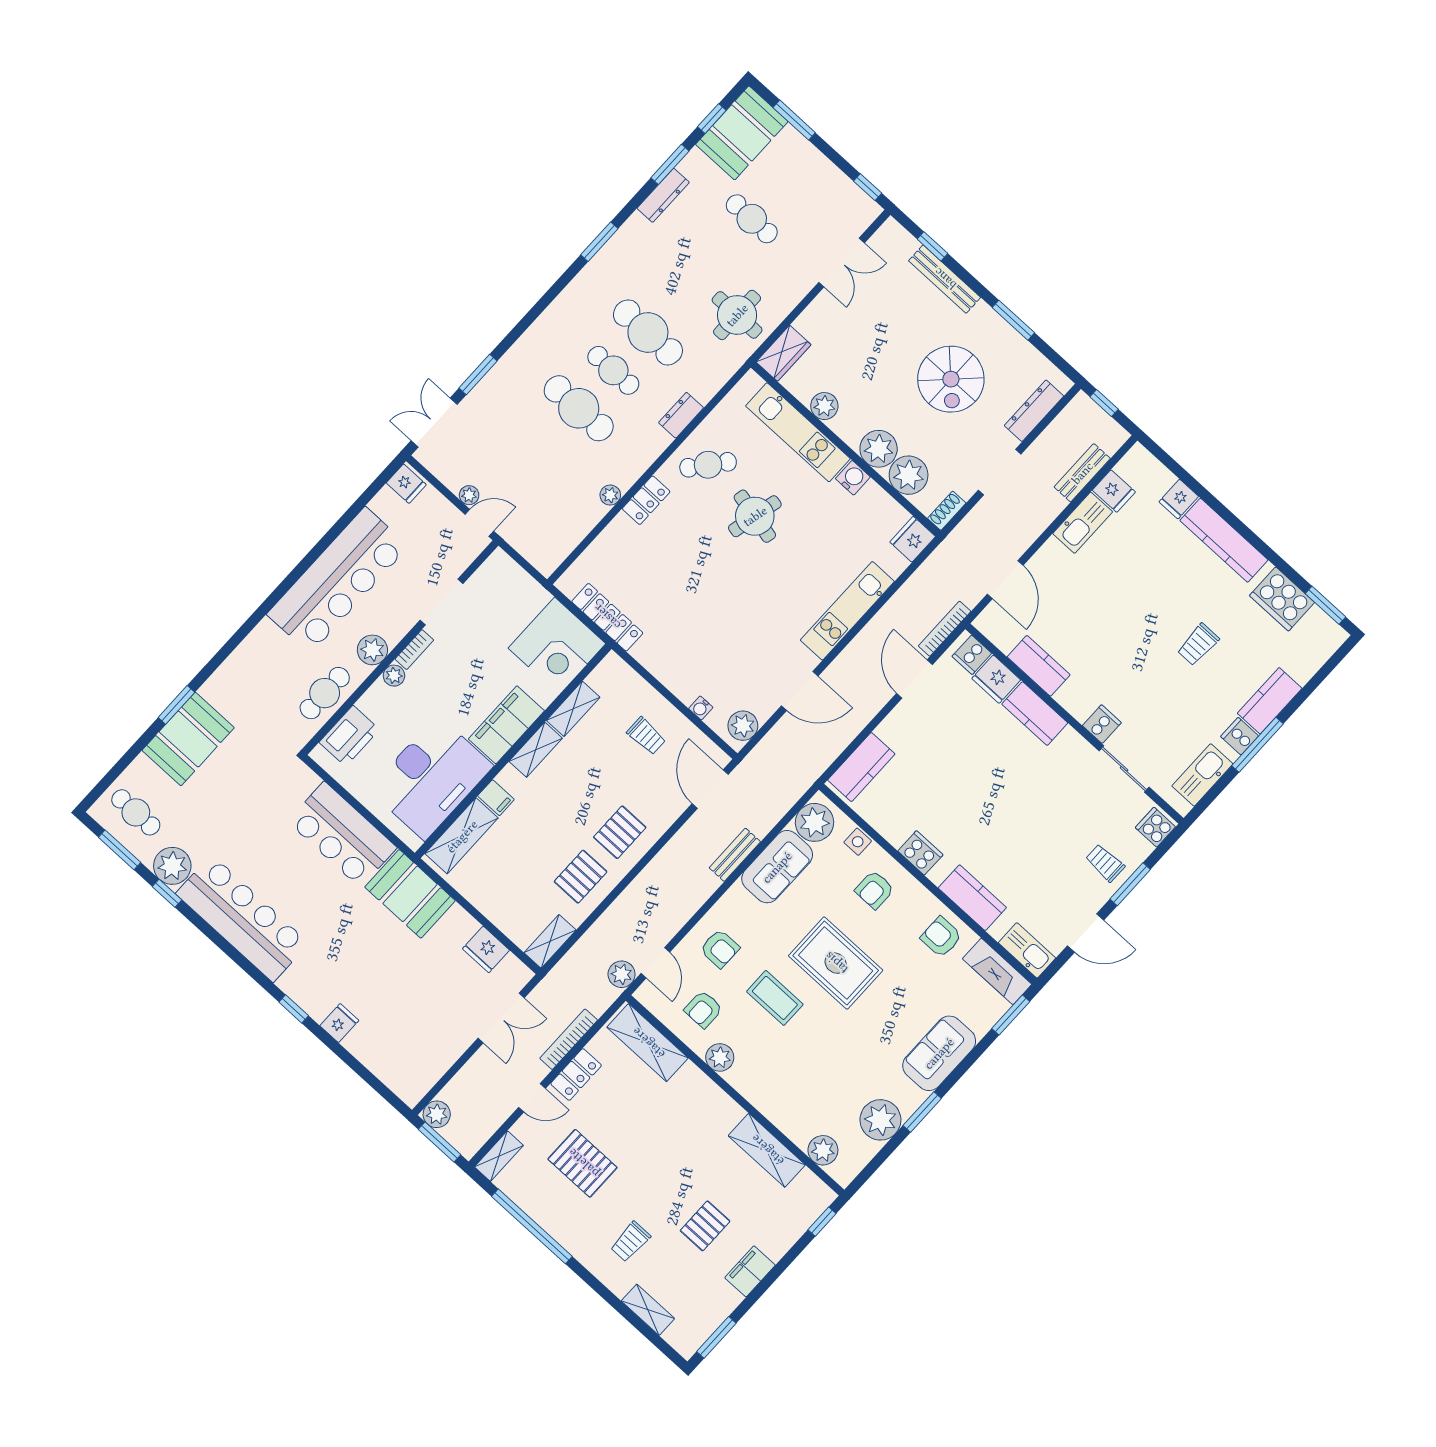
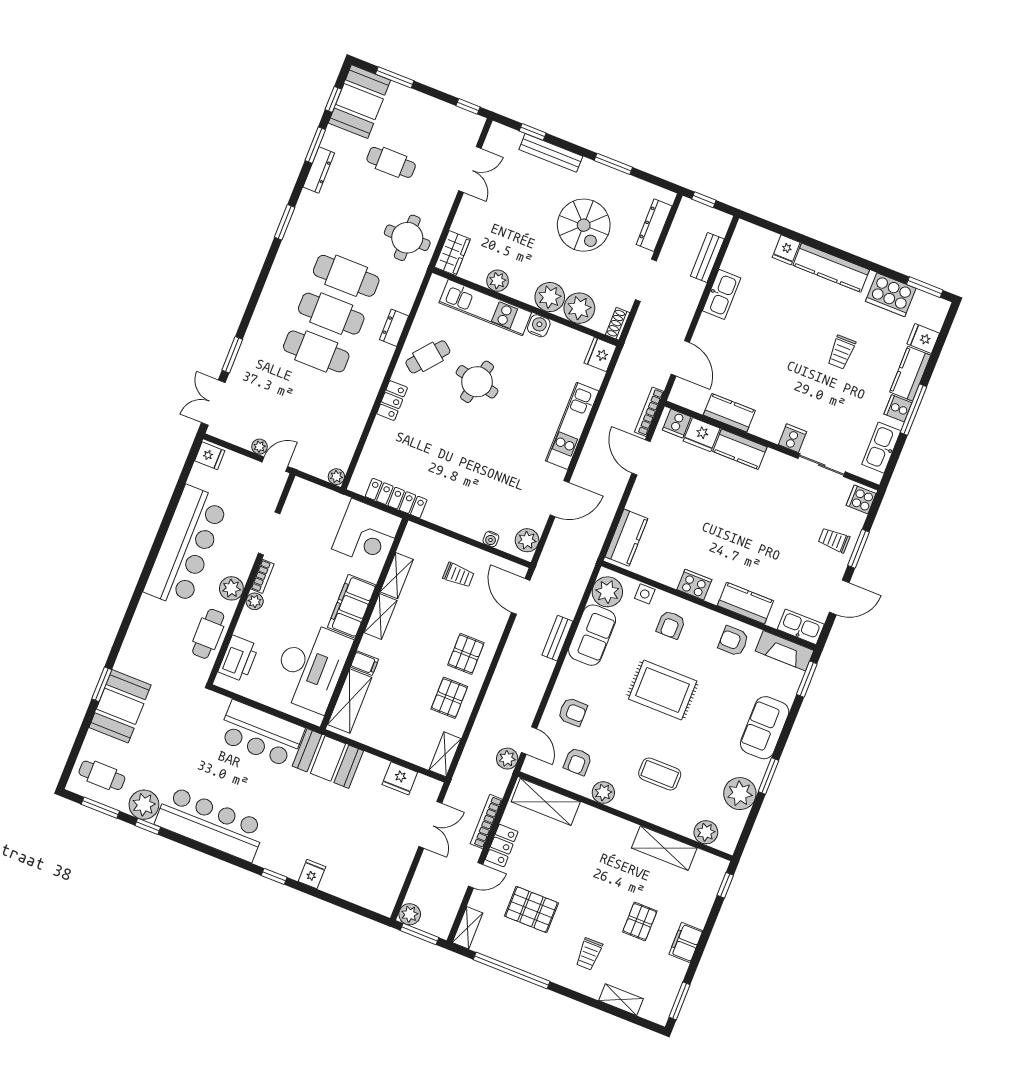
cafe table: (613, 370) -> (331, 314), width x1.37, depth x1.35
fridge: (1114, 491) -> (923, 338), moved, turned 180
plant: (610, 495) -> (336, 477), moved
coffee table: (775, 998) -> (660, 774), moved

